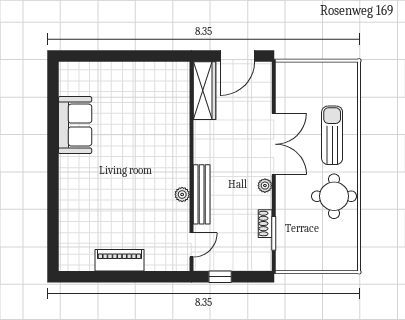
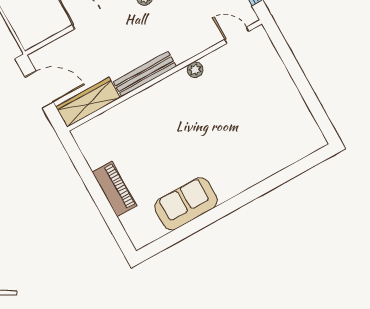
bench: (202, 194) -> (145, 74), moved
piano: (120, 260) -> (114, 189), moved, turned 180

